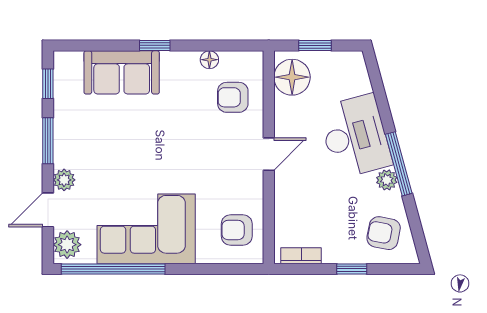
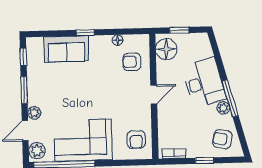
armchair: (237, 230) -> (136, 140), turned -90

